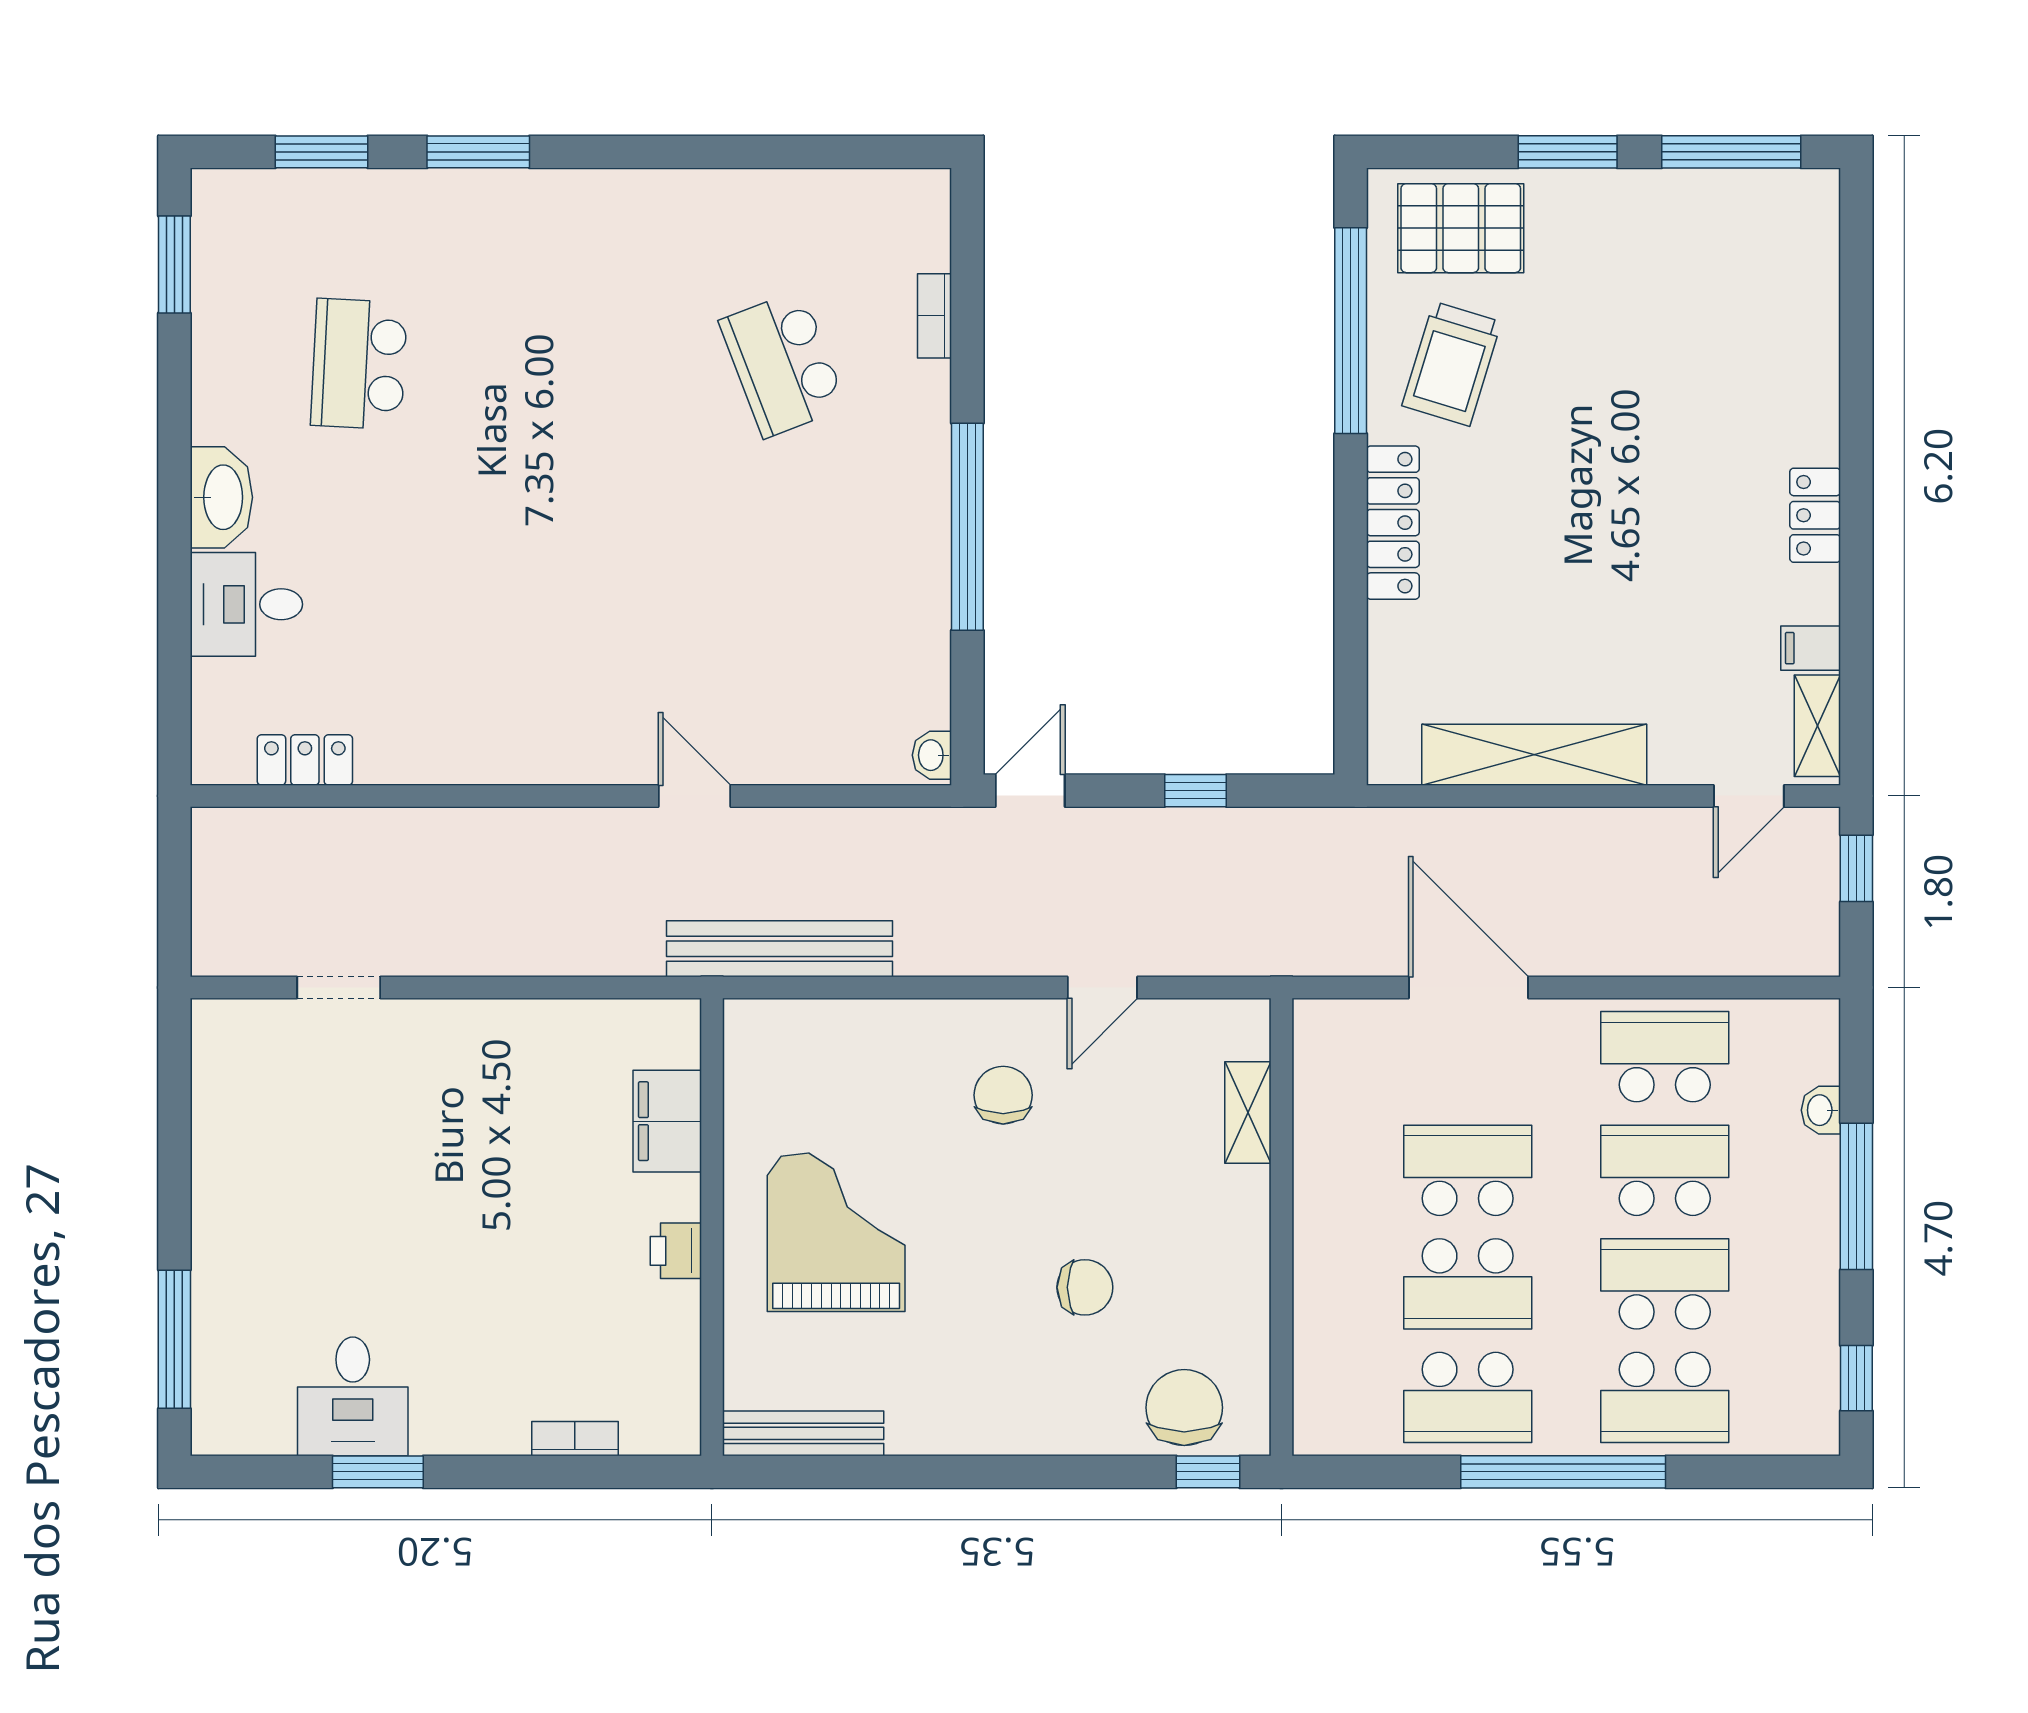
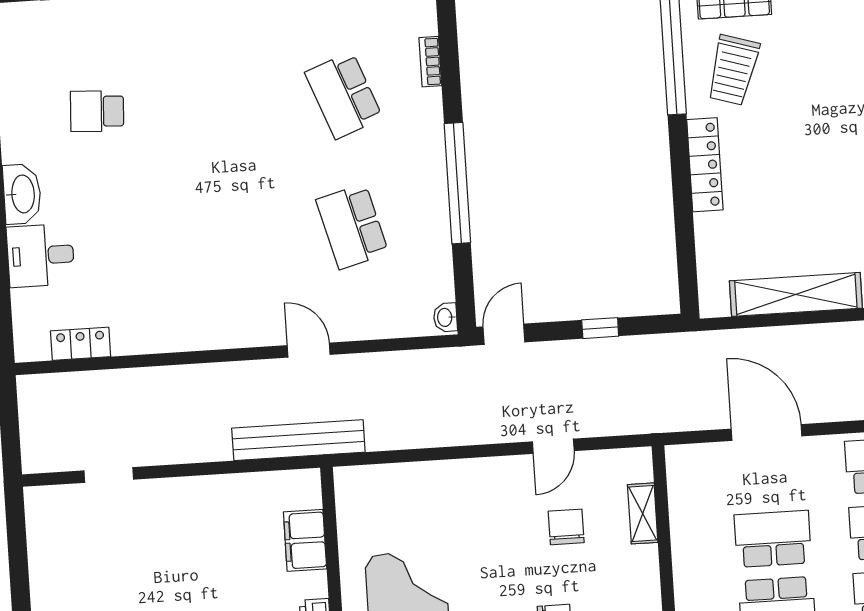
school desk: (359, 364) -> (97, 111), width x0.54
school desk: (783, 589) -> (352, 226), added
bench: (779, 949) -> (298, 440), moved
chair: (1003, 1095) -> (566, 527), moved

